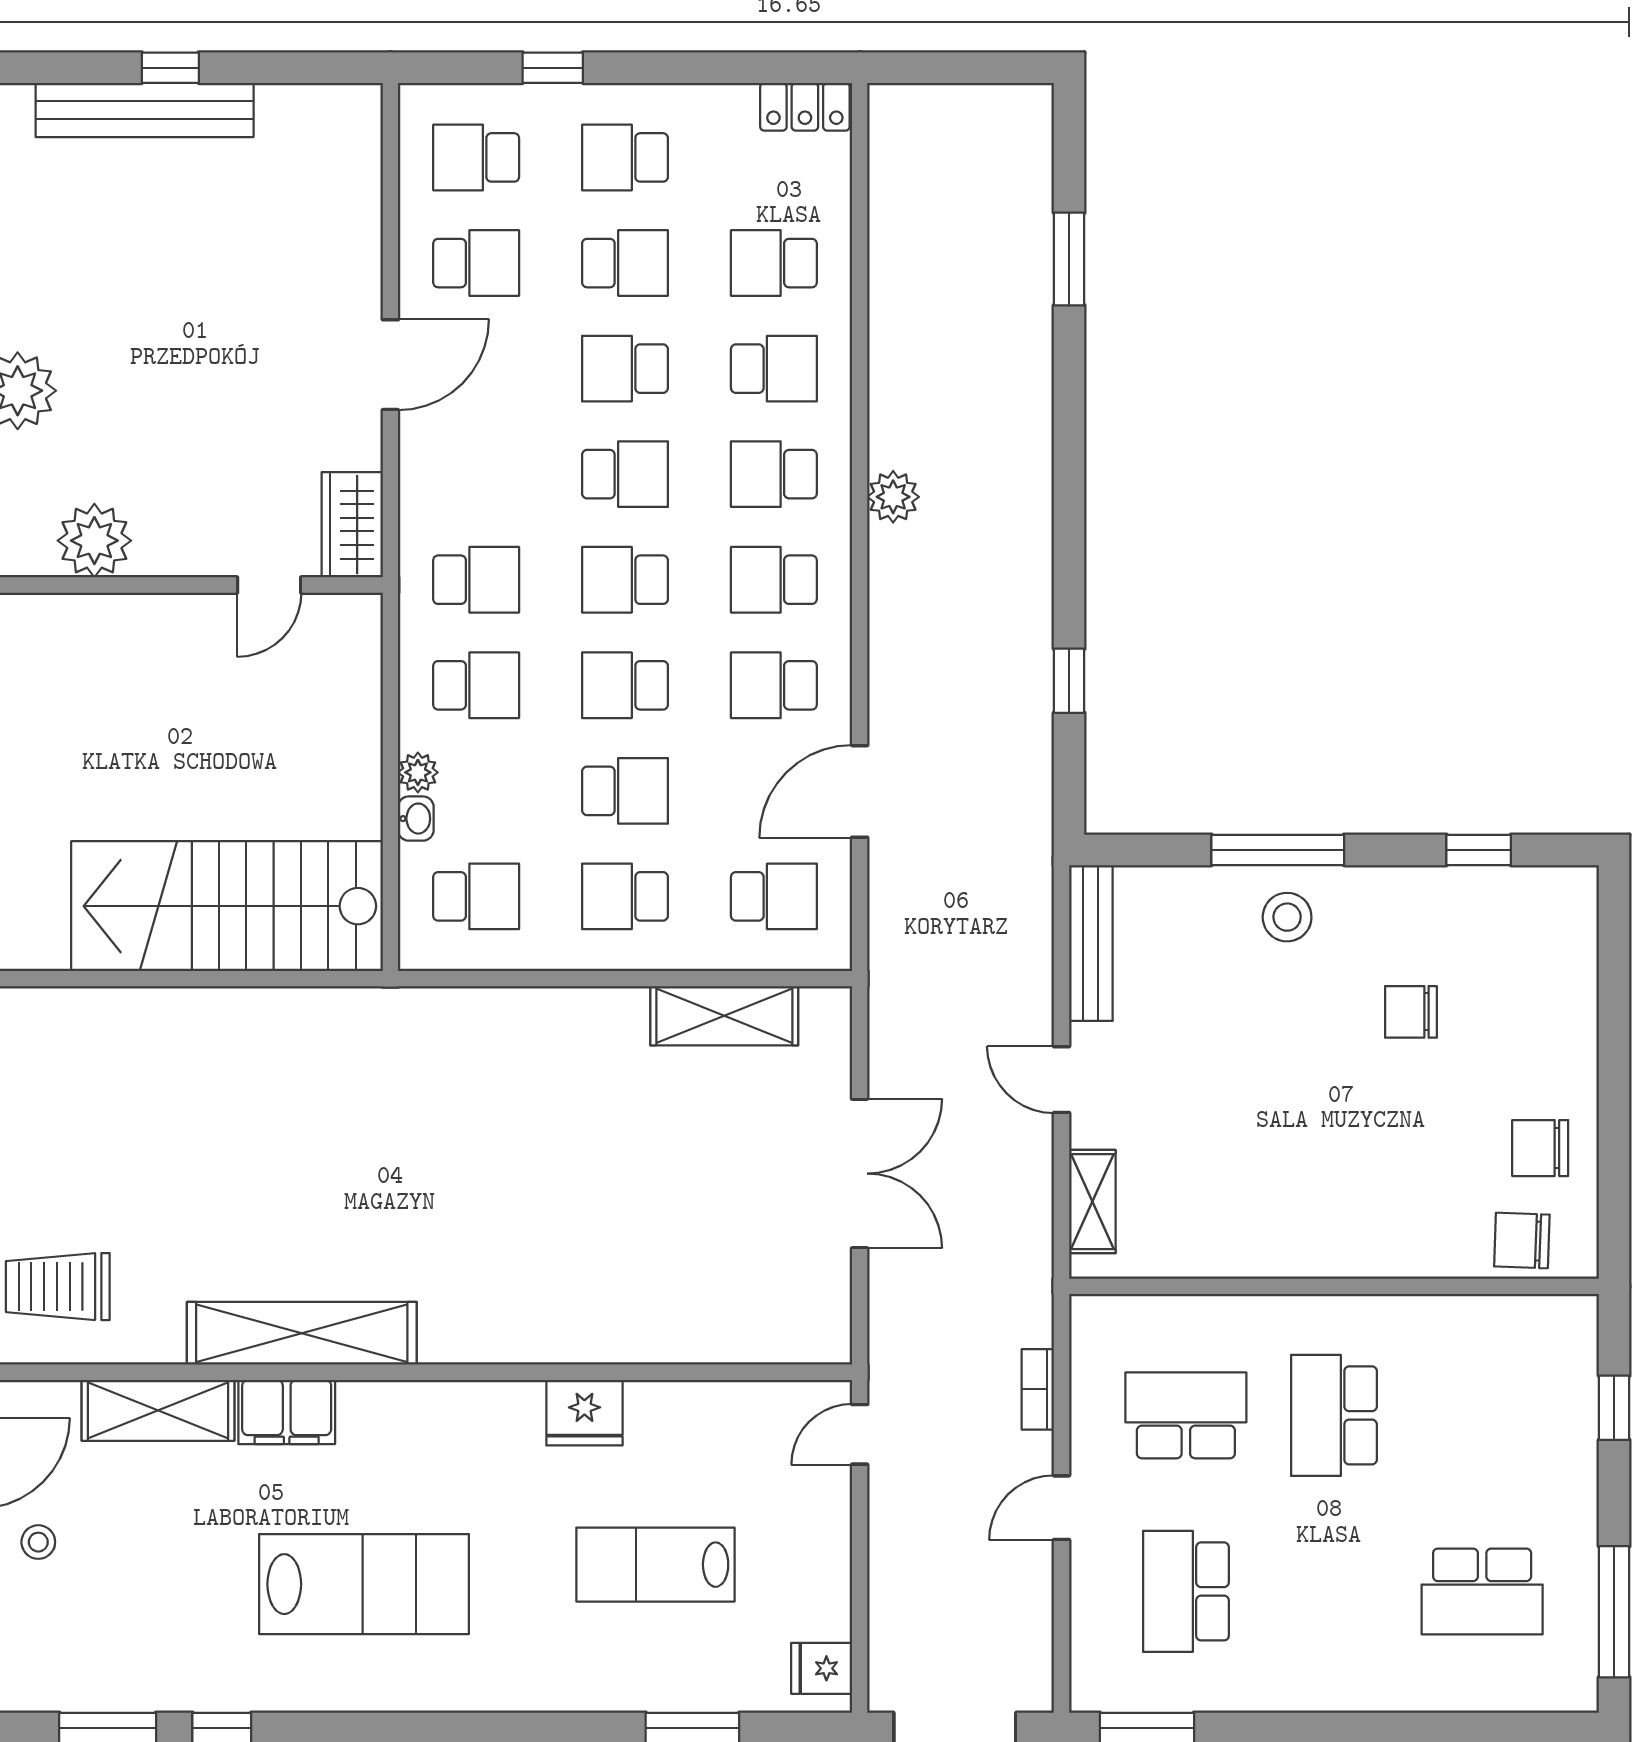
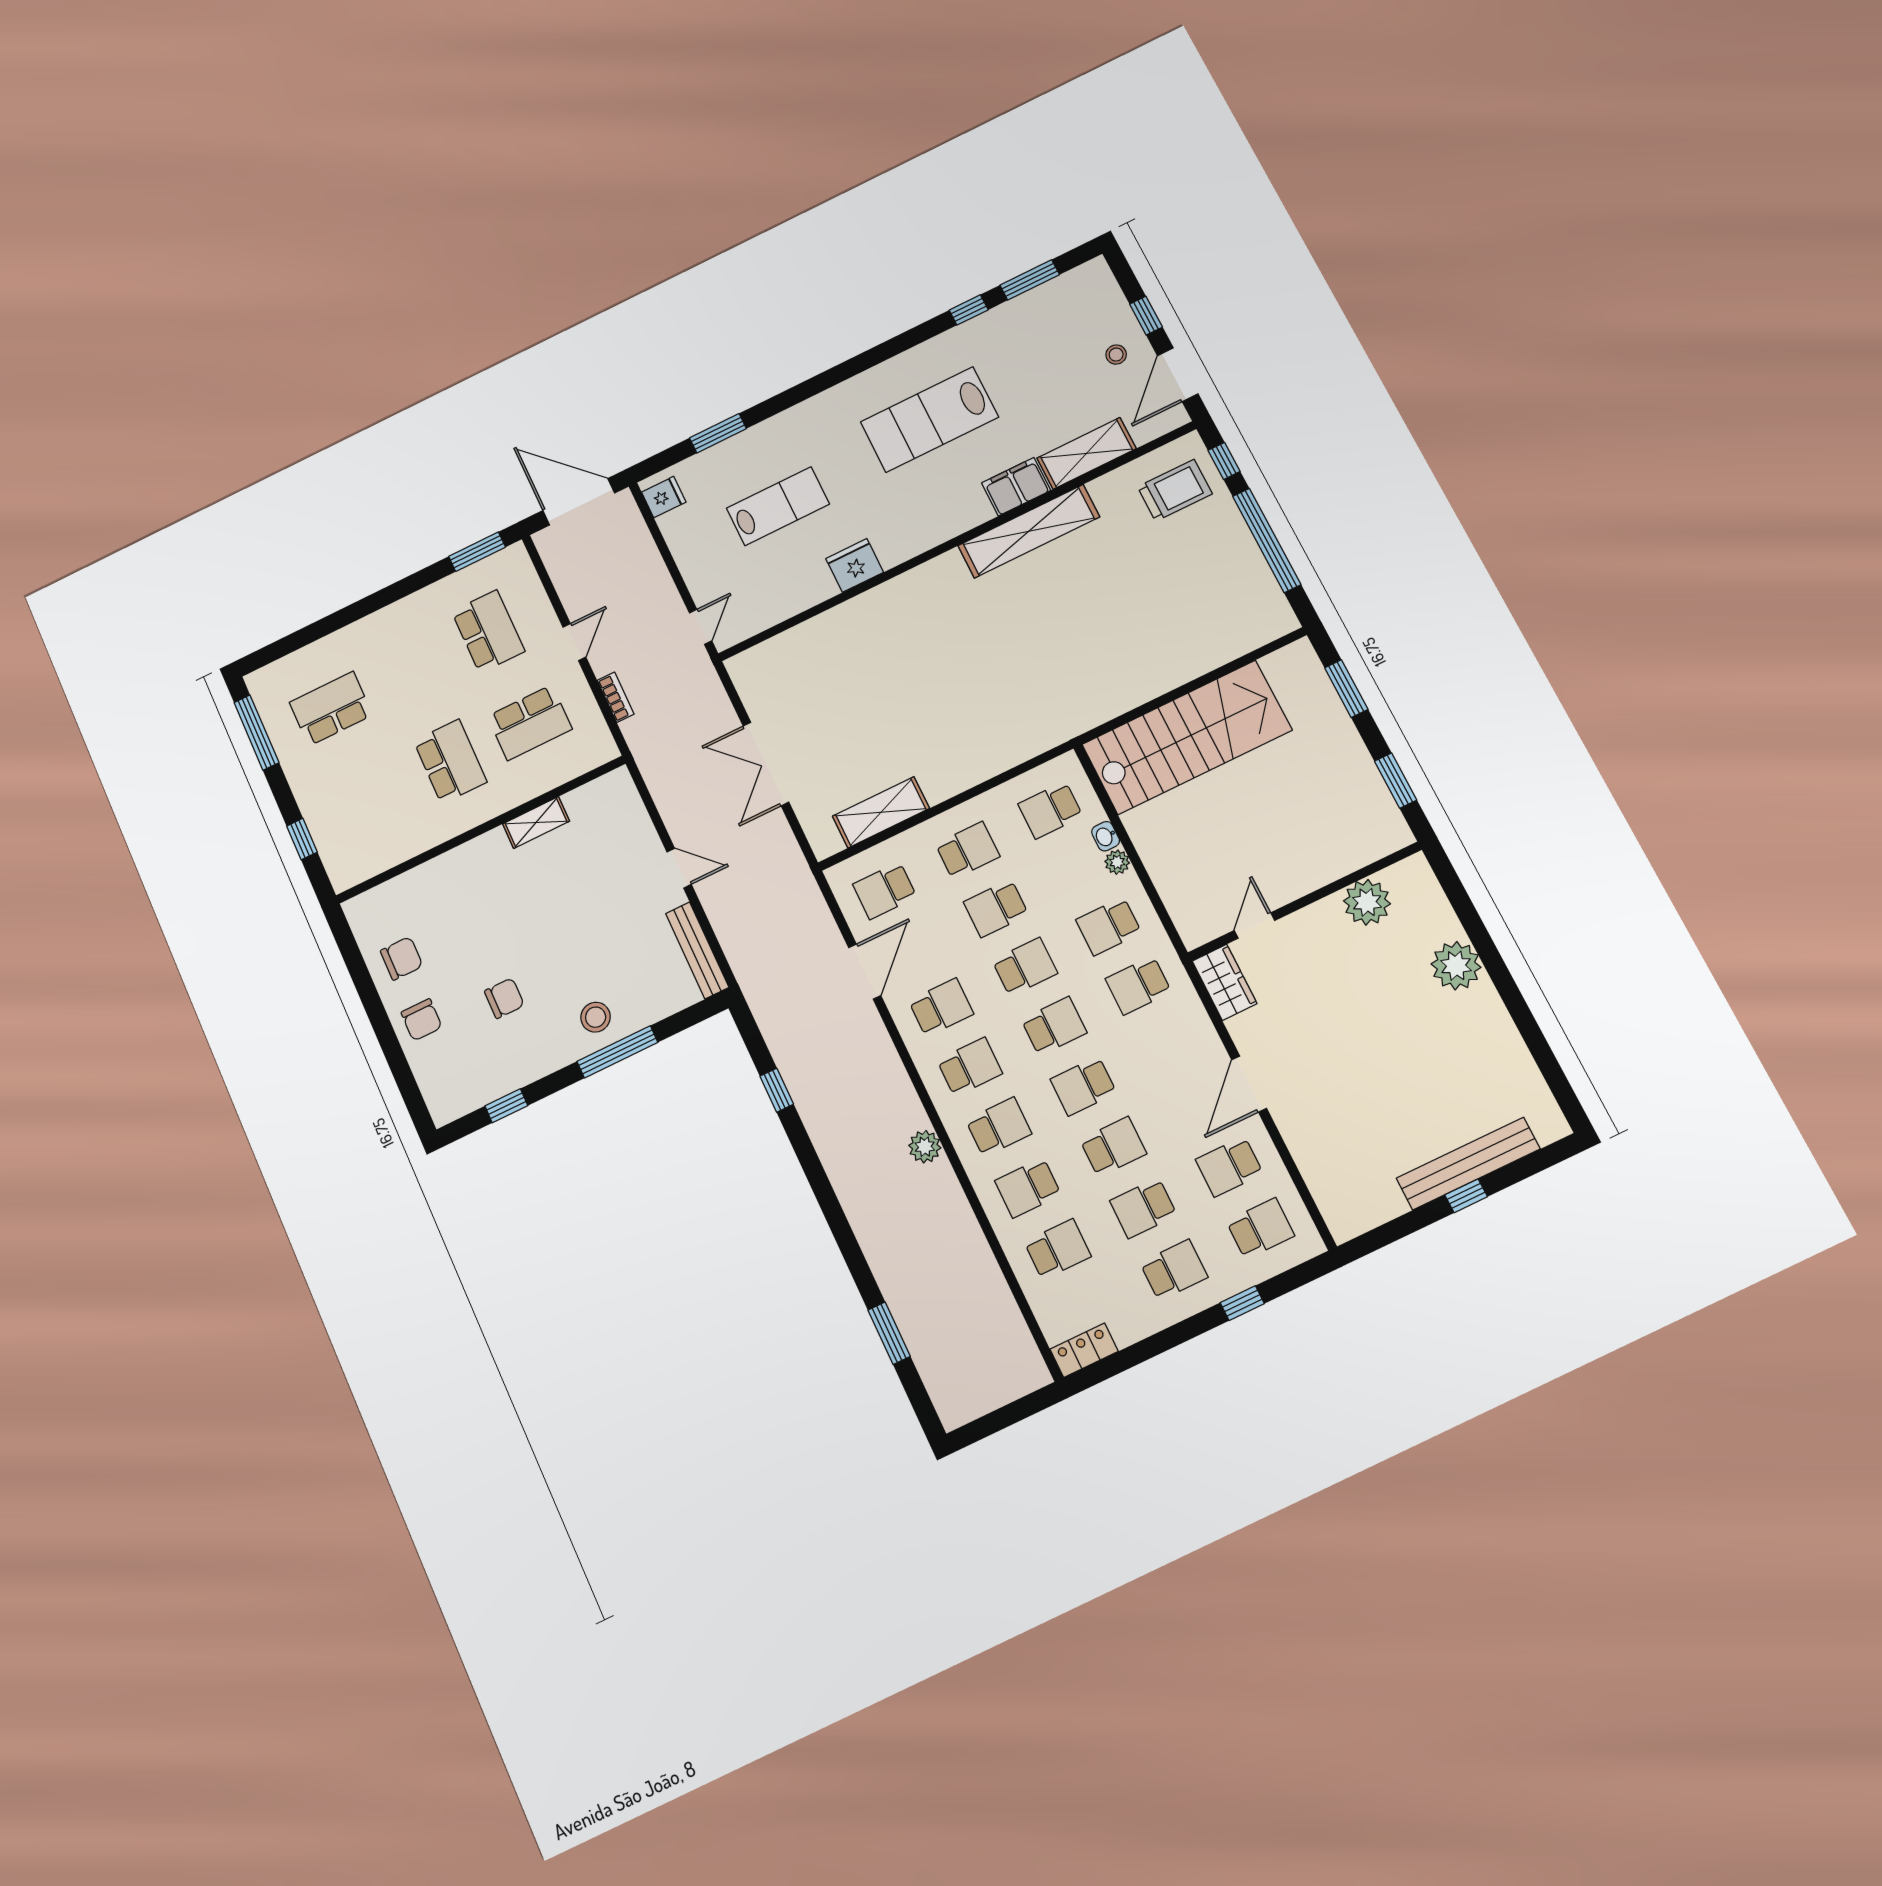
shelving: (1092, 1202) -> (536, 822), moved, turned 90
chair: (1522, 1241) -> (422, 1020), moved, turned 88

